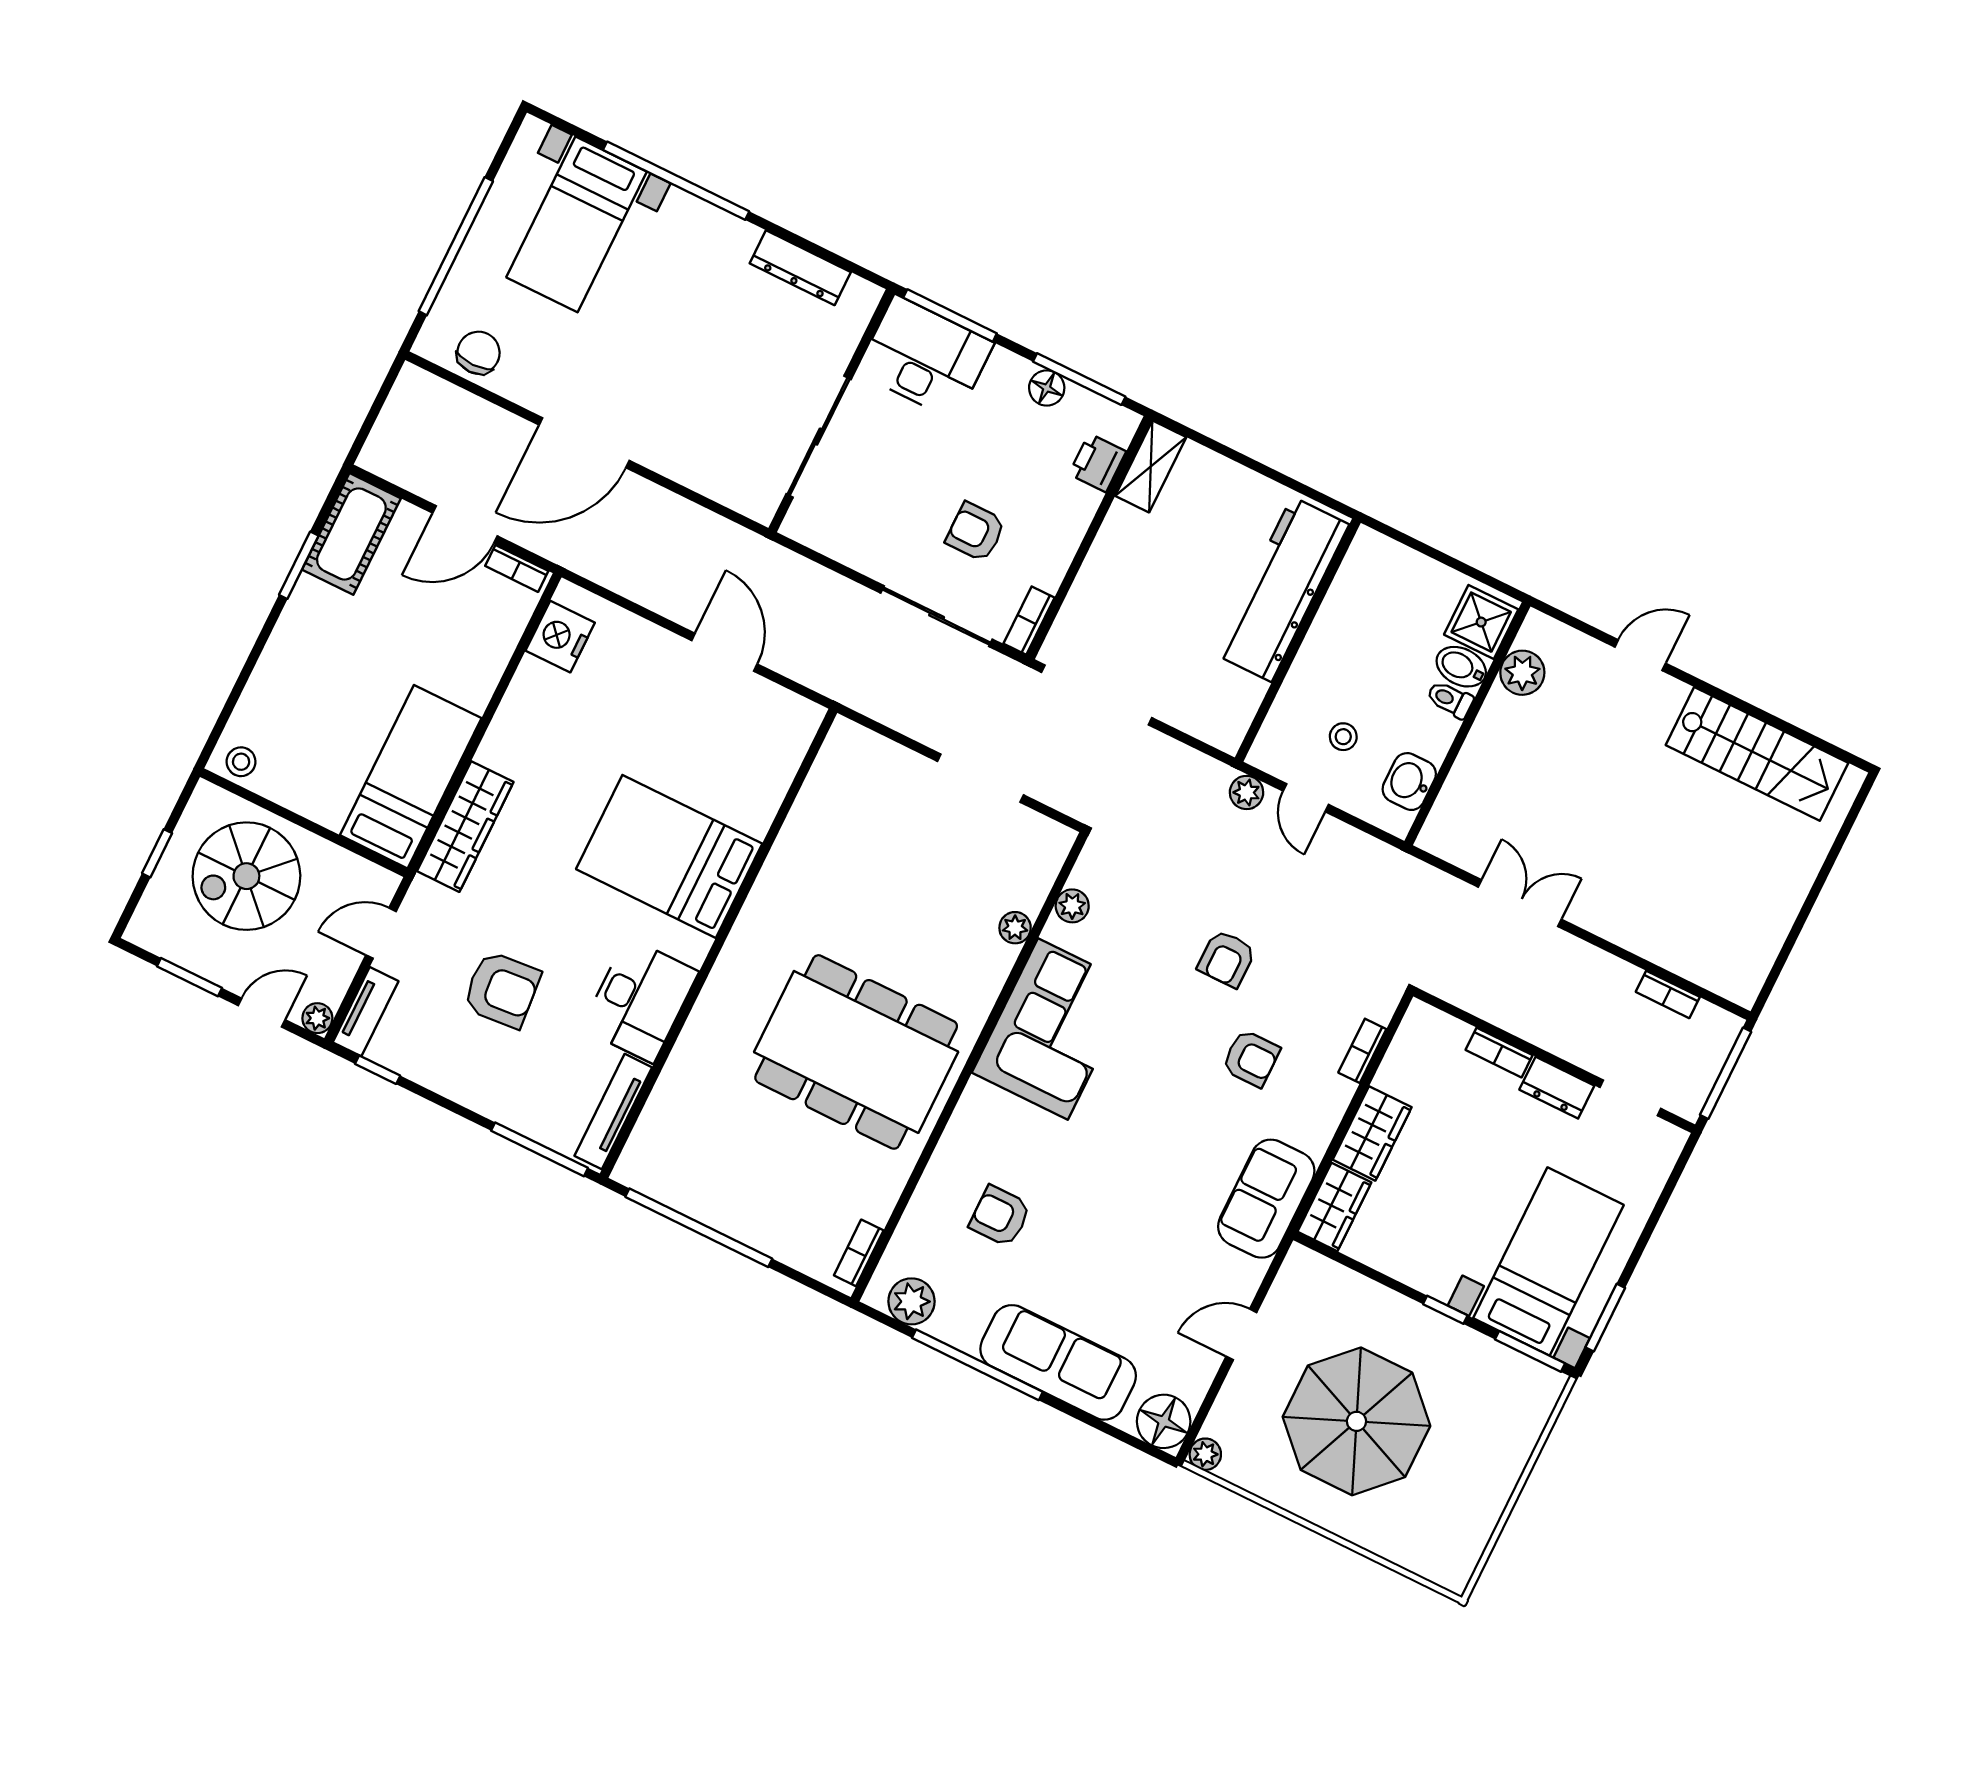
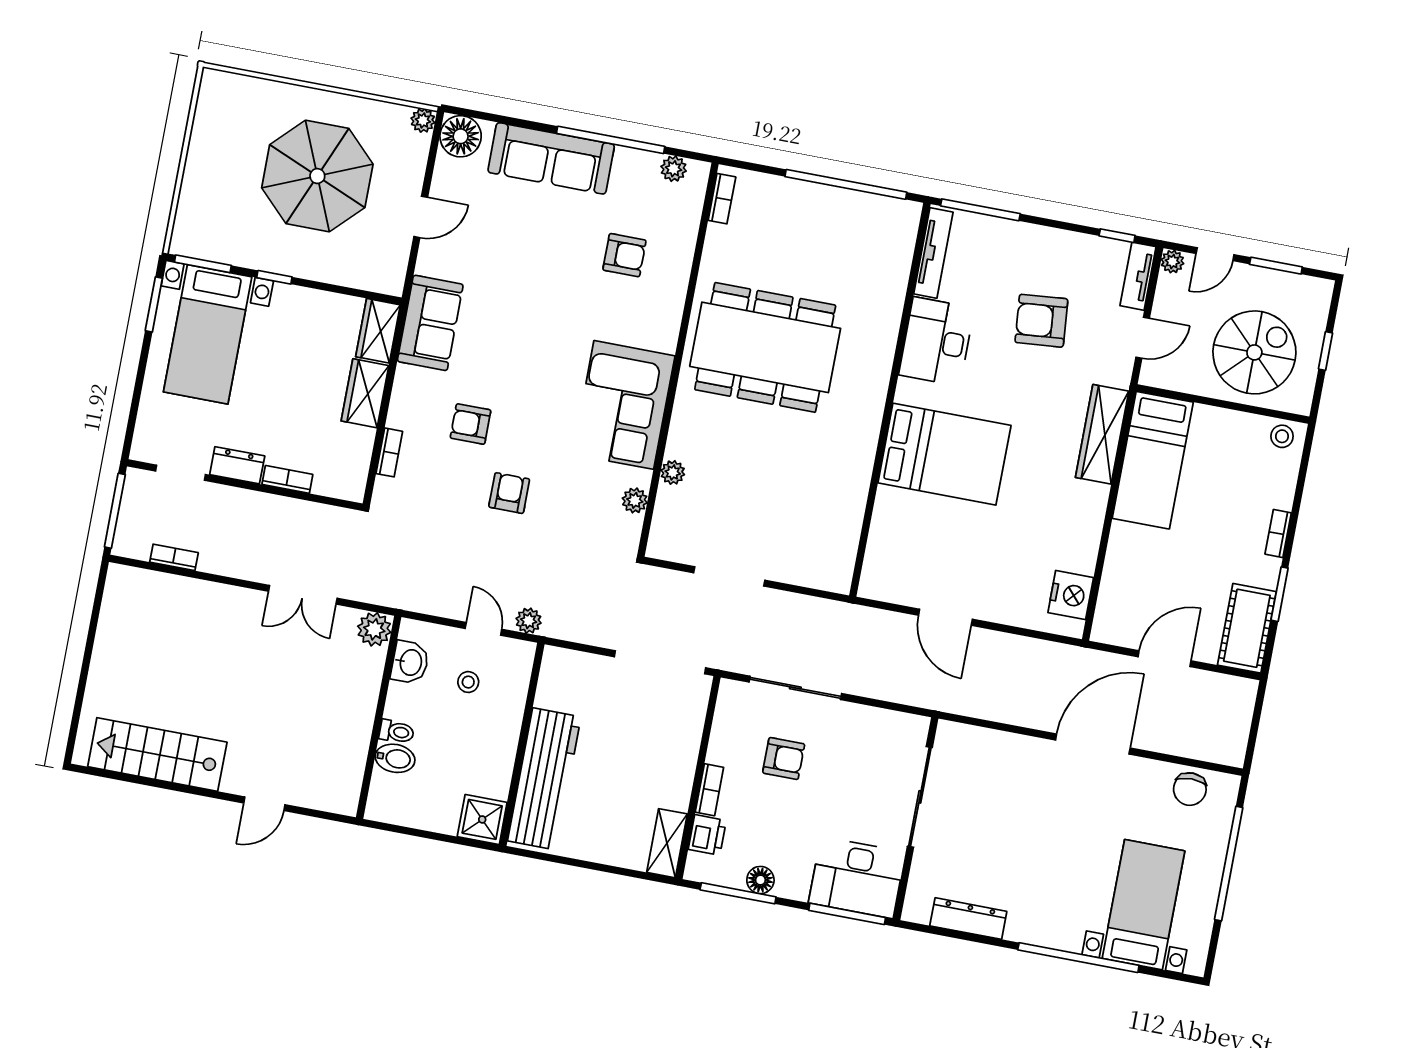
bookcase: (517, 568) -> (1278, 533), moved, turned -90
bookcase: (1029, 621) -> (709, 790), moved
shower: (1481, 622) -> (482, 819), moved
plant: (1522, 673) -> (374, 629), moved
plant: (911, 1301) -> (674, 169), width x0.73, depth x0.73

